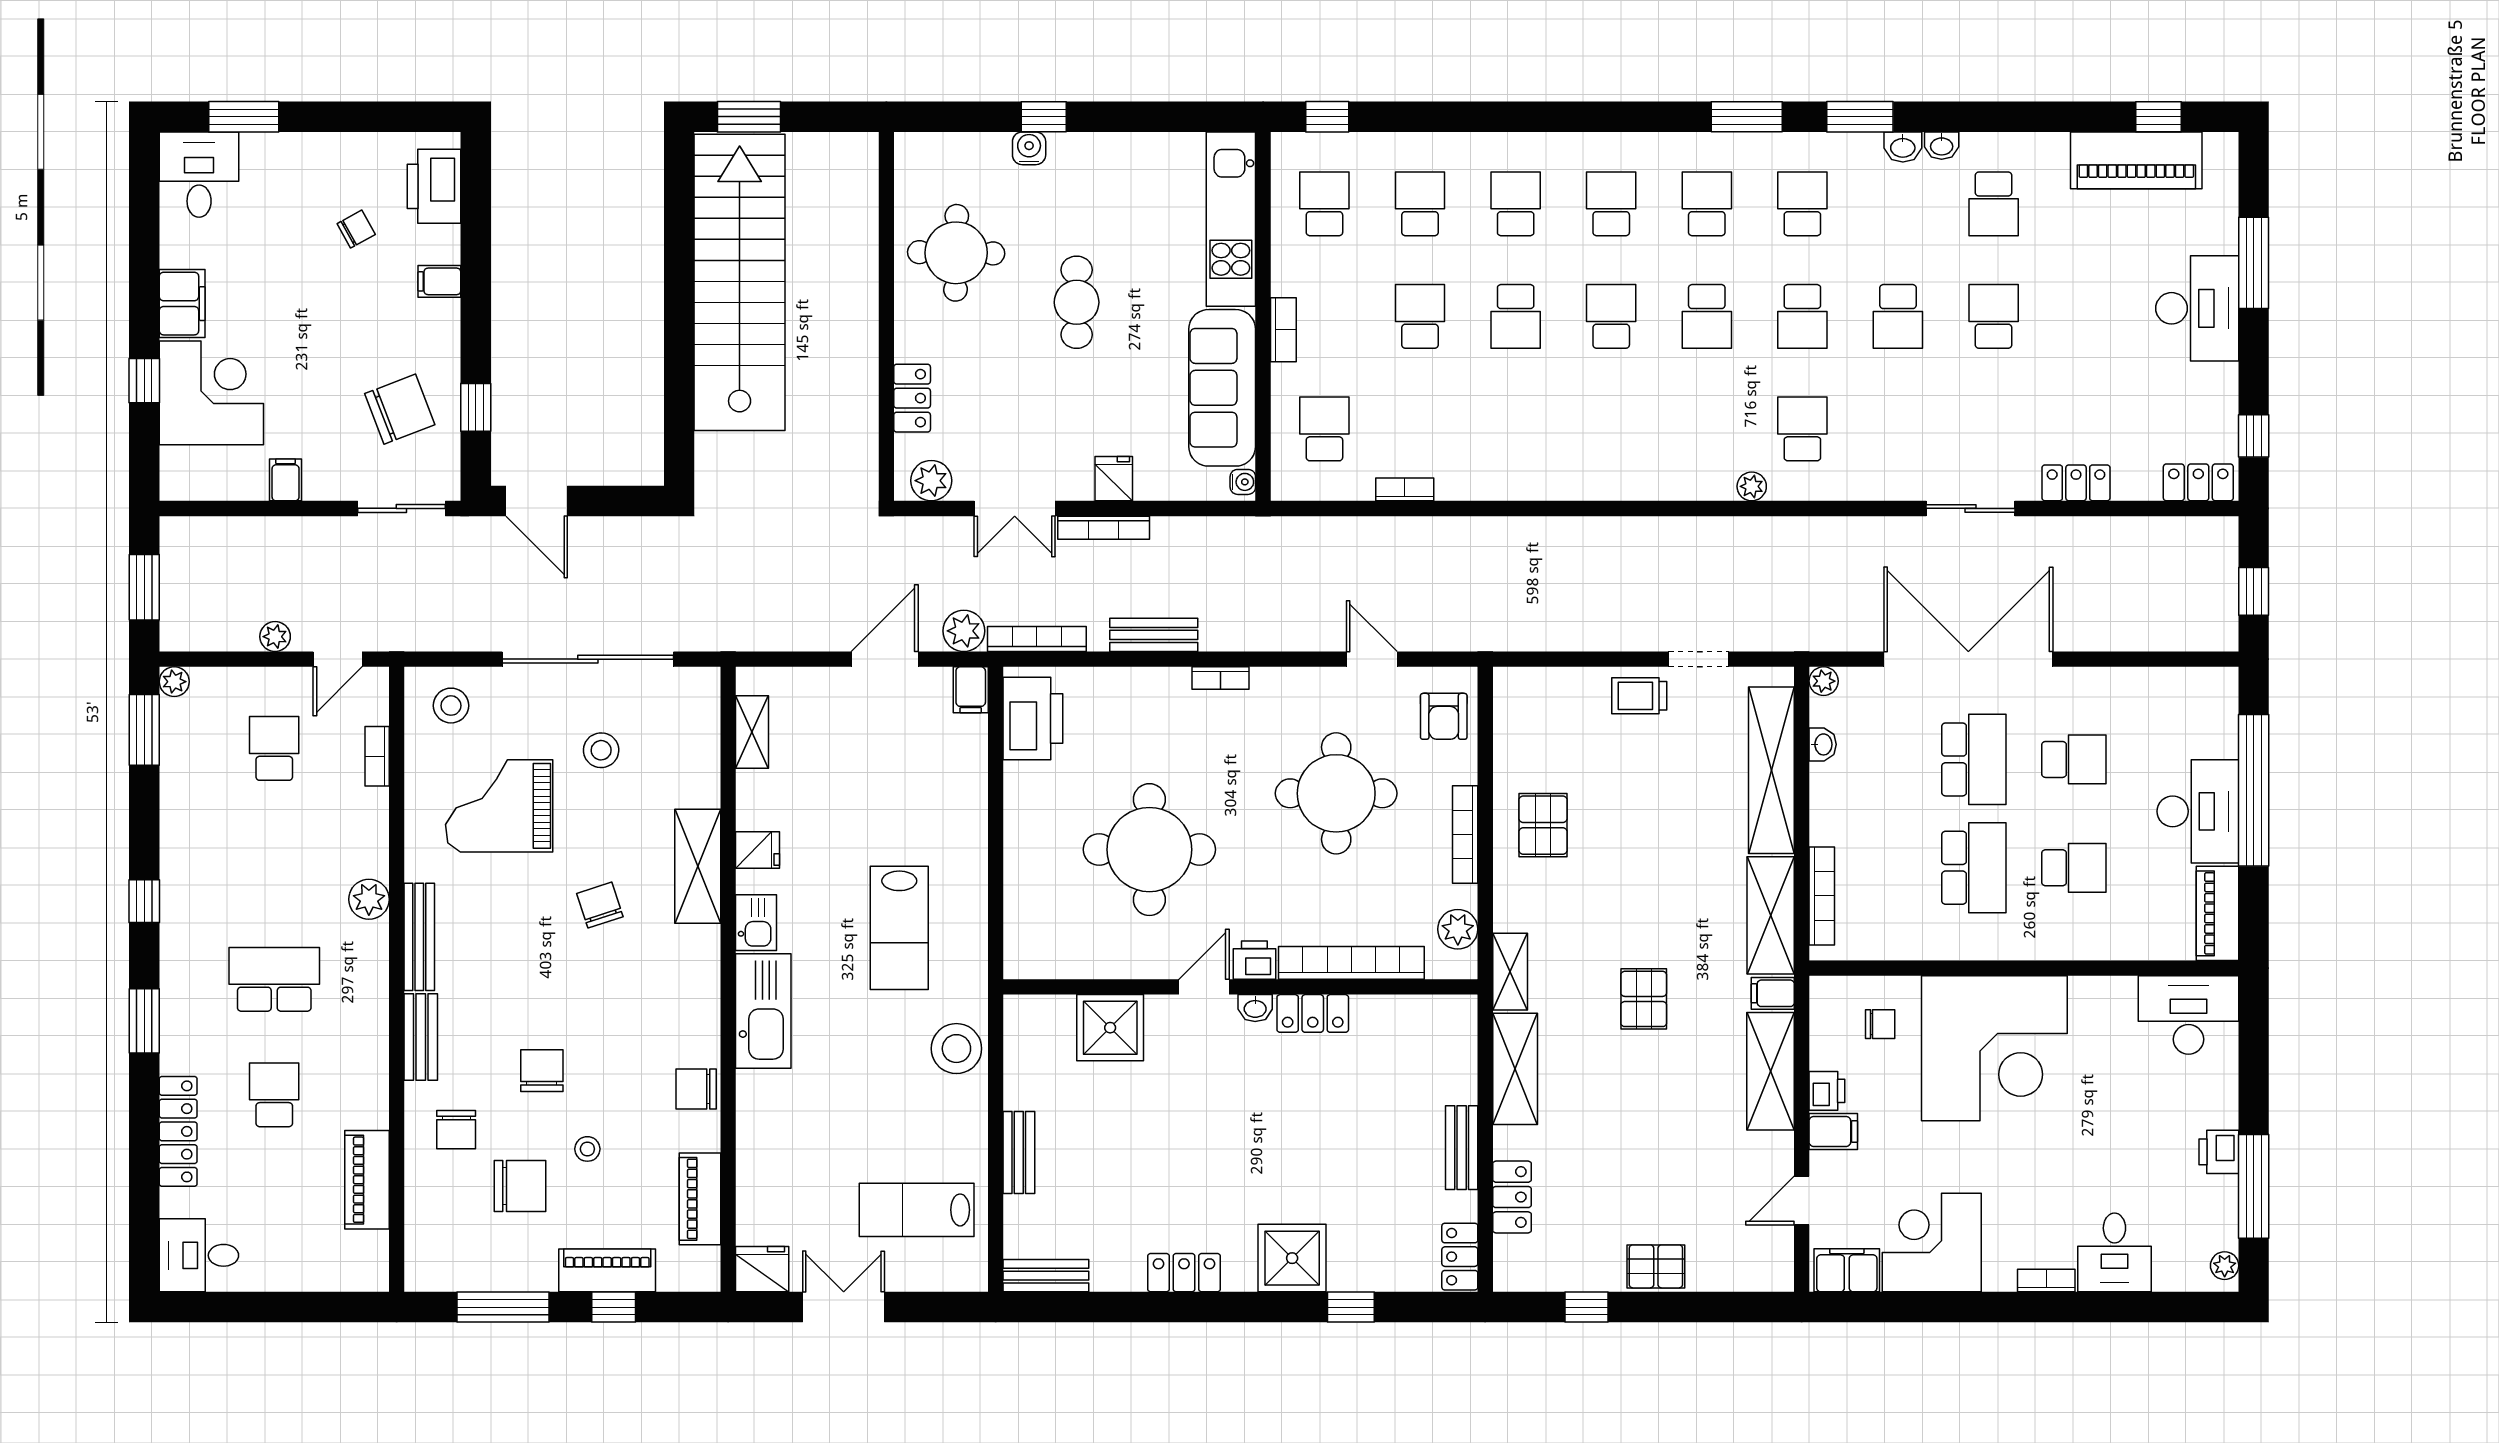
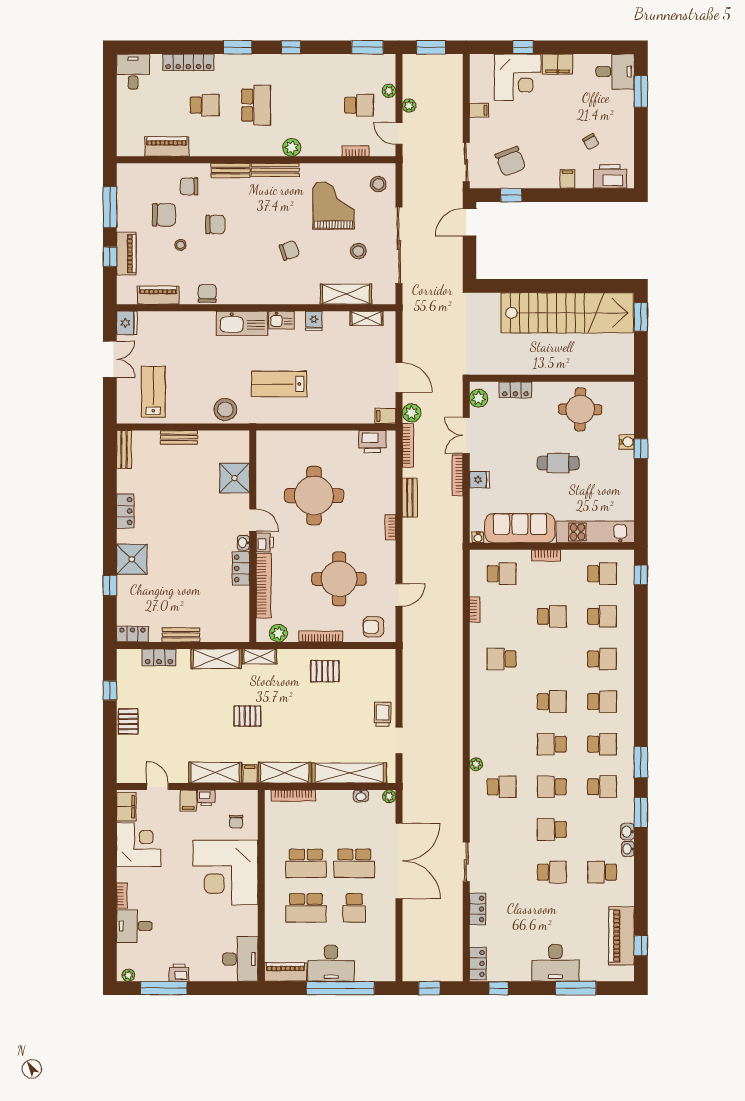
school desk: (1516, 316) -> (502, 659), moved
plant: (174, 682) -> (389, 91), moved
printer: (1033, 718) -> (372, 441), width x0.73, depth x0.84
shelving: (698, 866) -> (346, 294), moved
school desk: (2074, 868) -> (306, 908), width x1.85
chair: (520, 1186) -> (164, 215), turned -90

